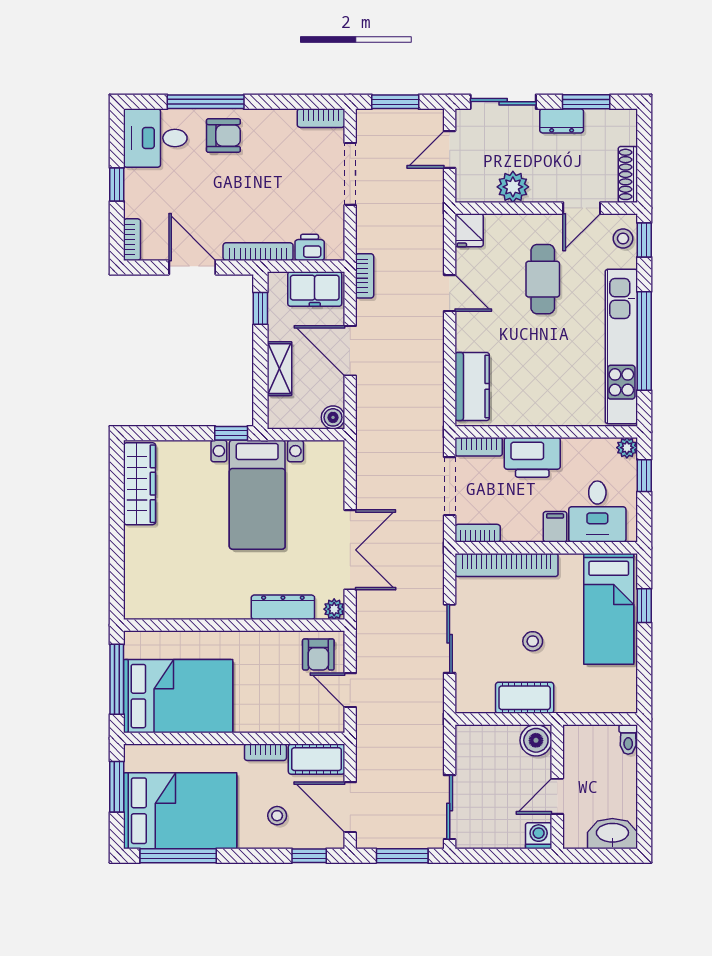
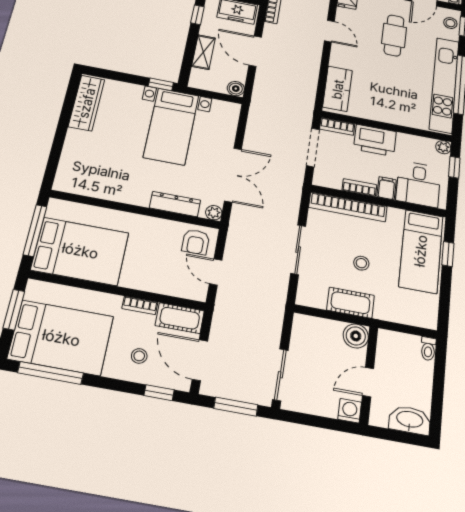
bookcase: (478, 533) -> (359, 187), moved

